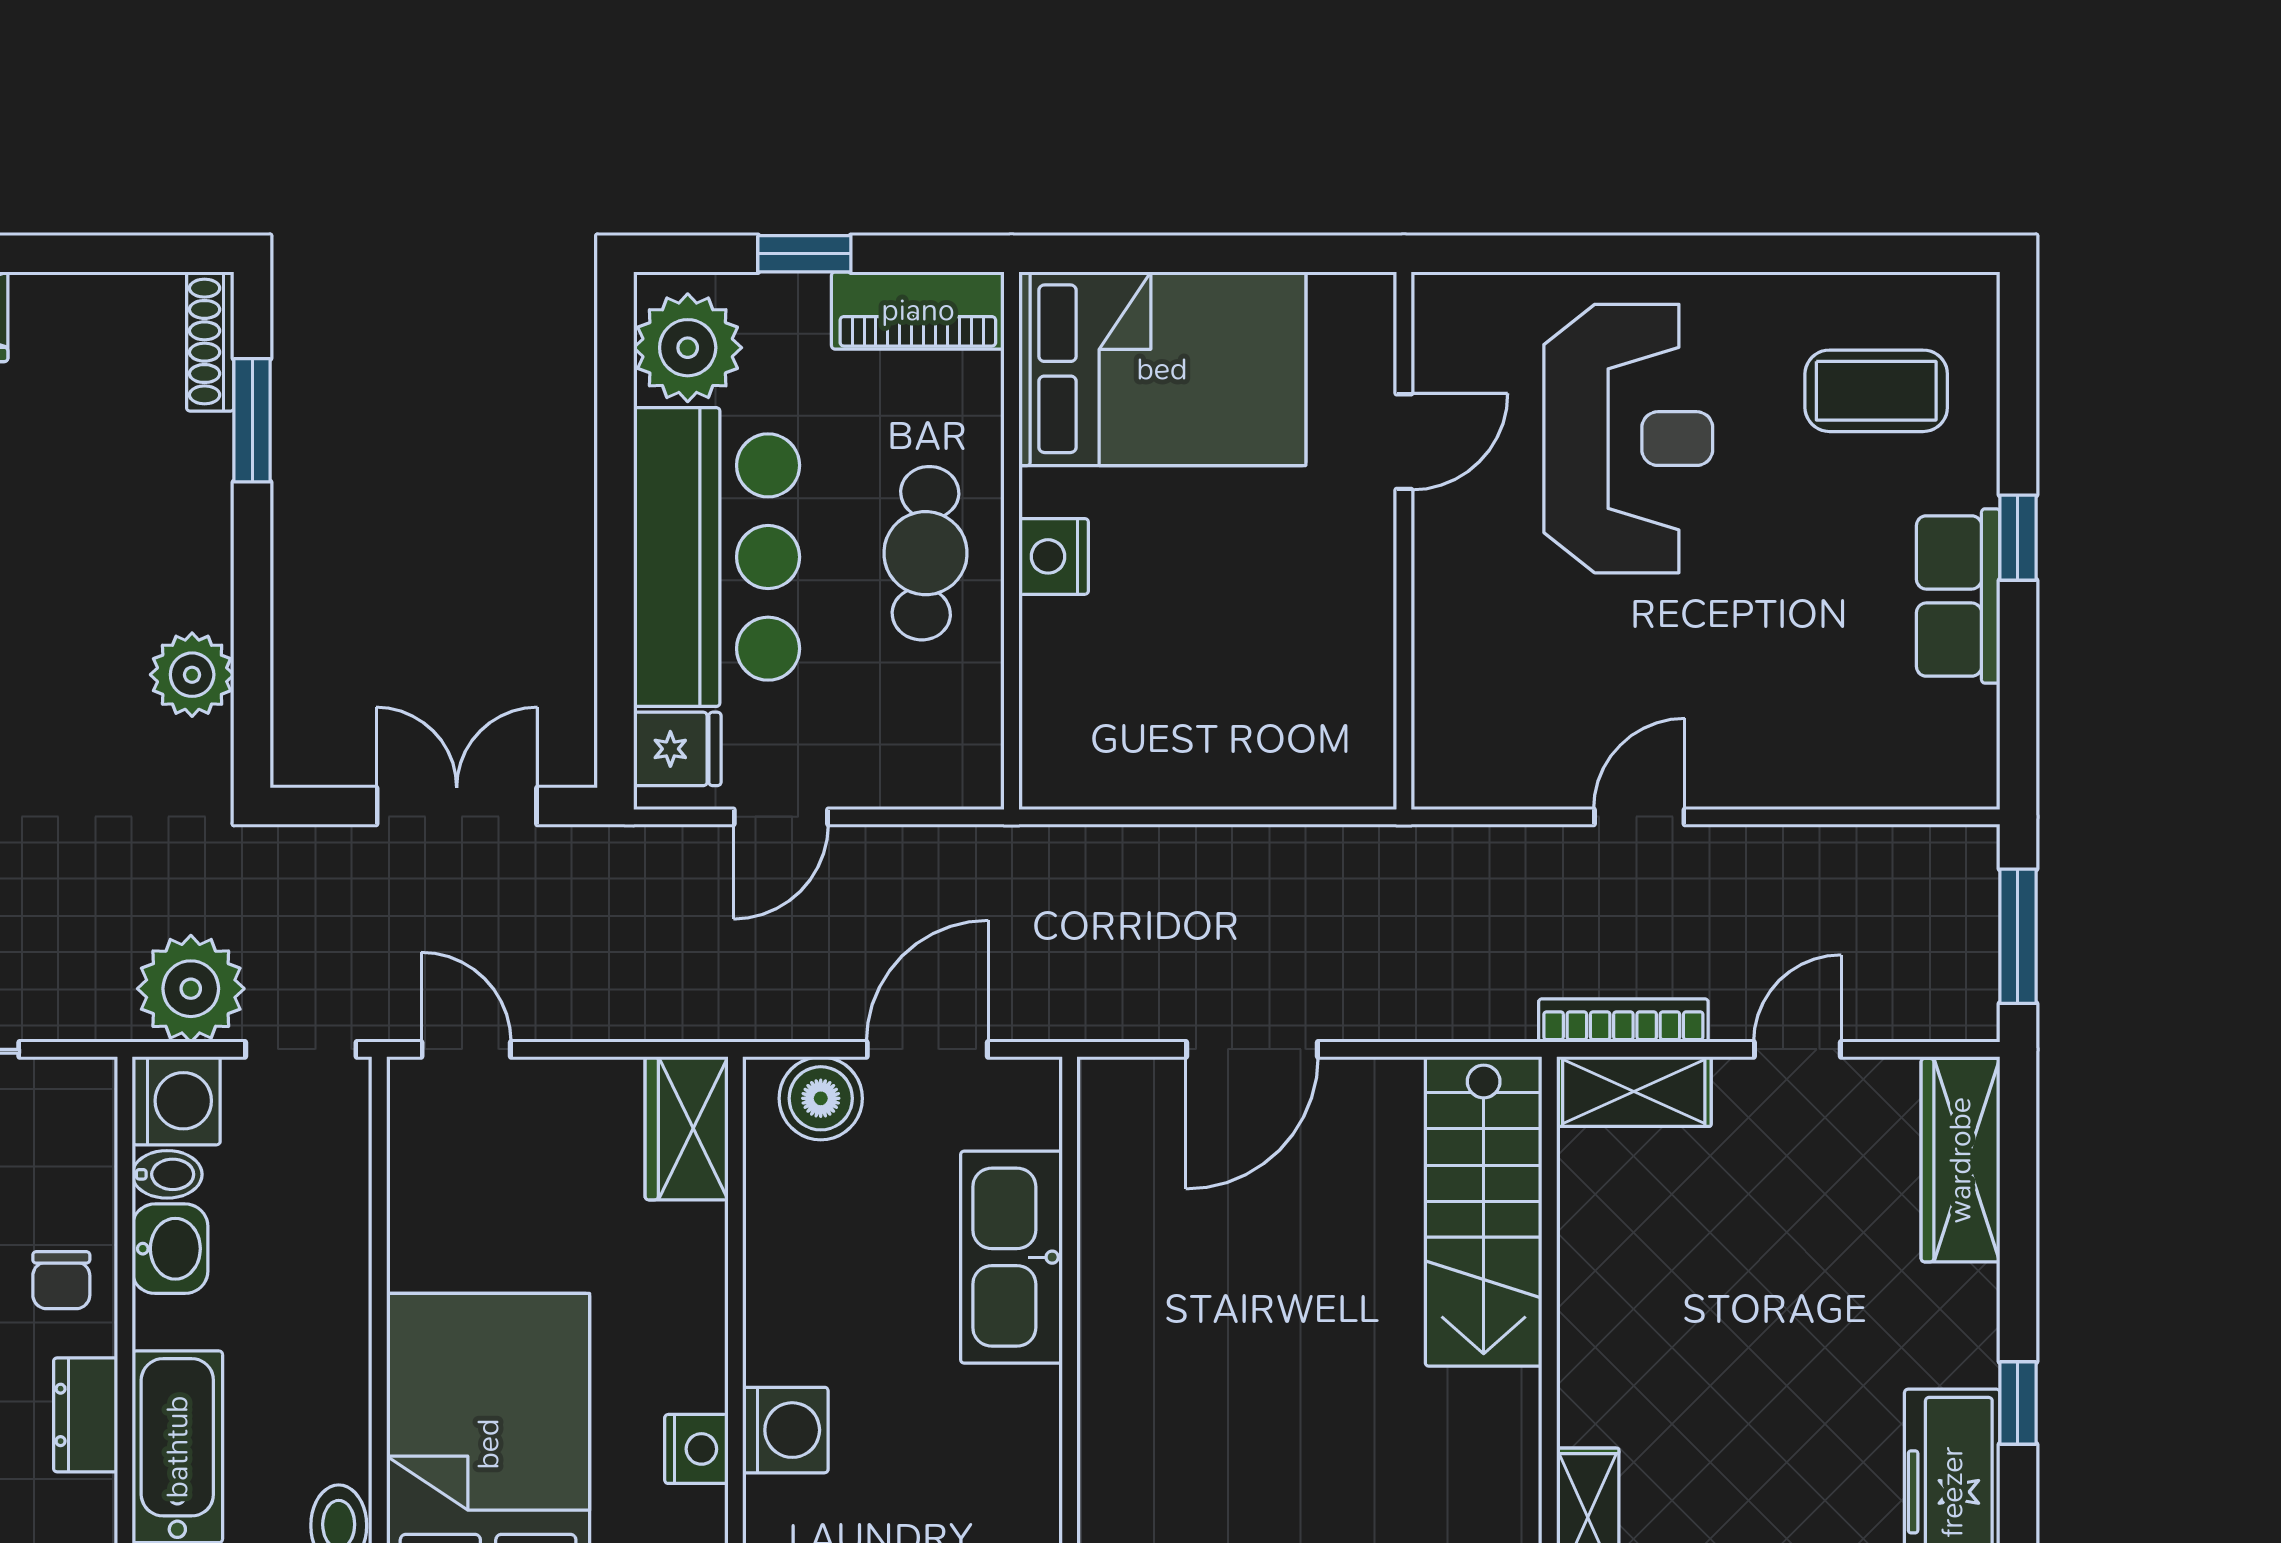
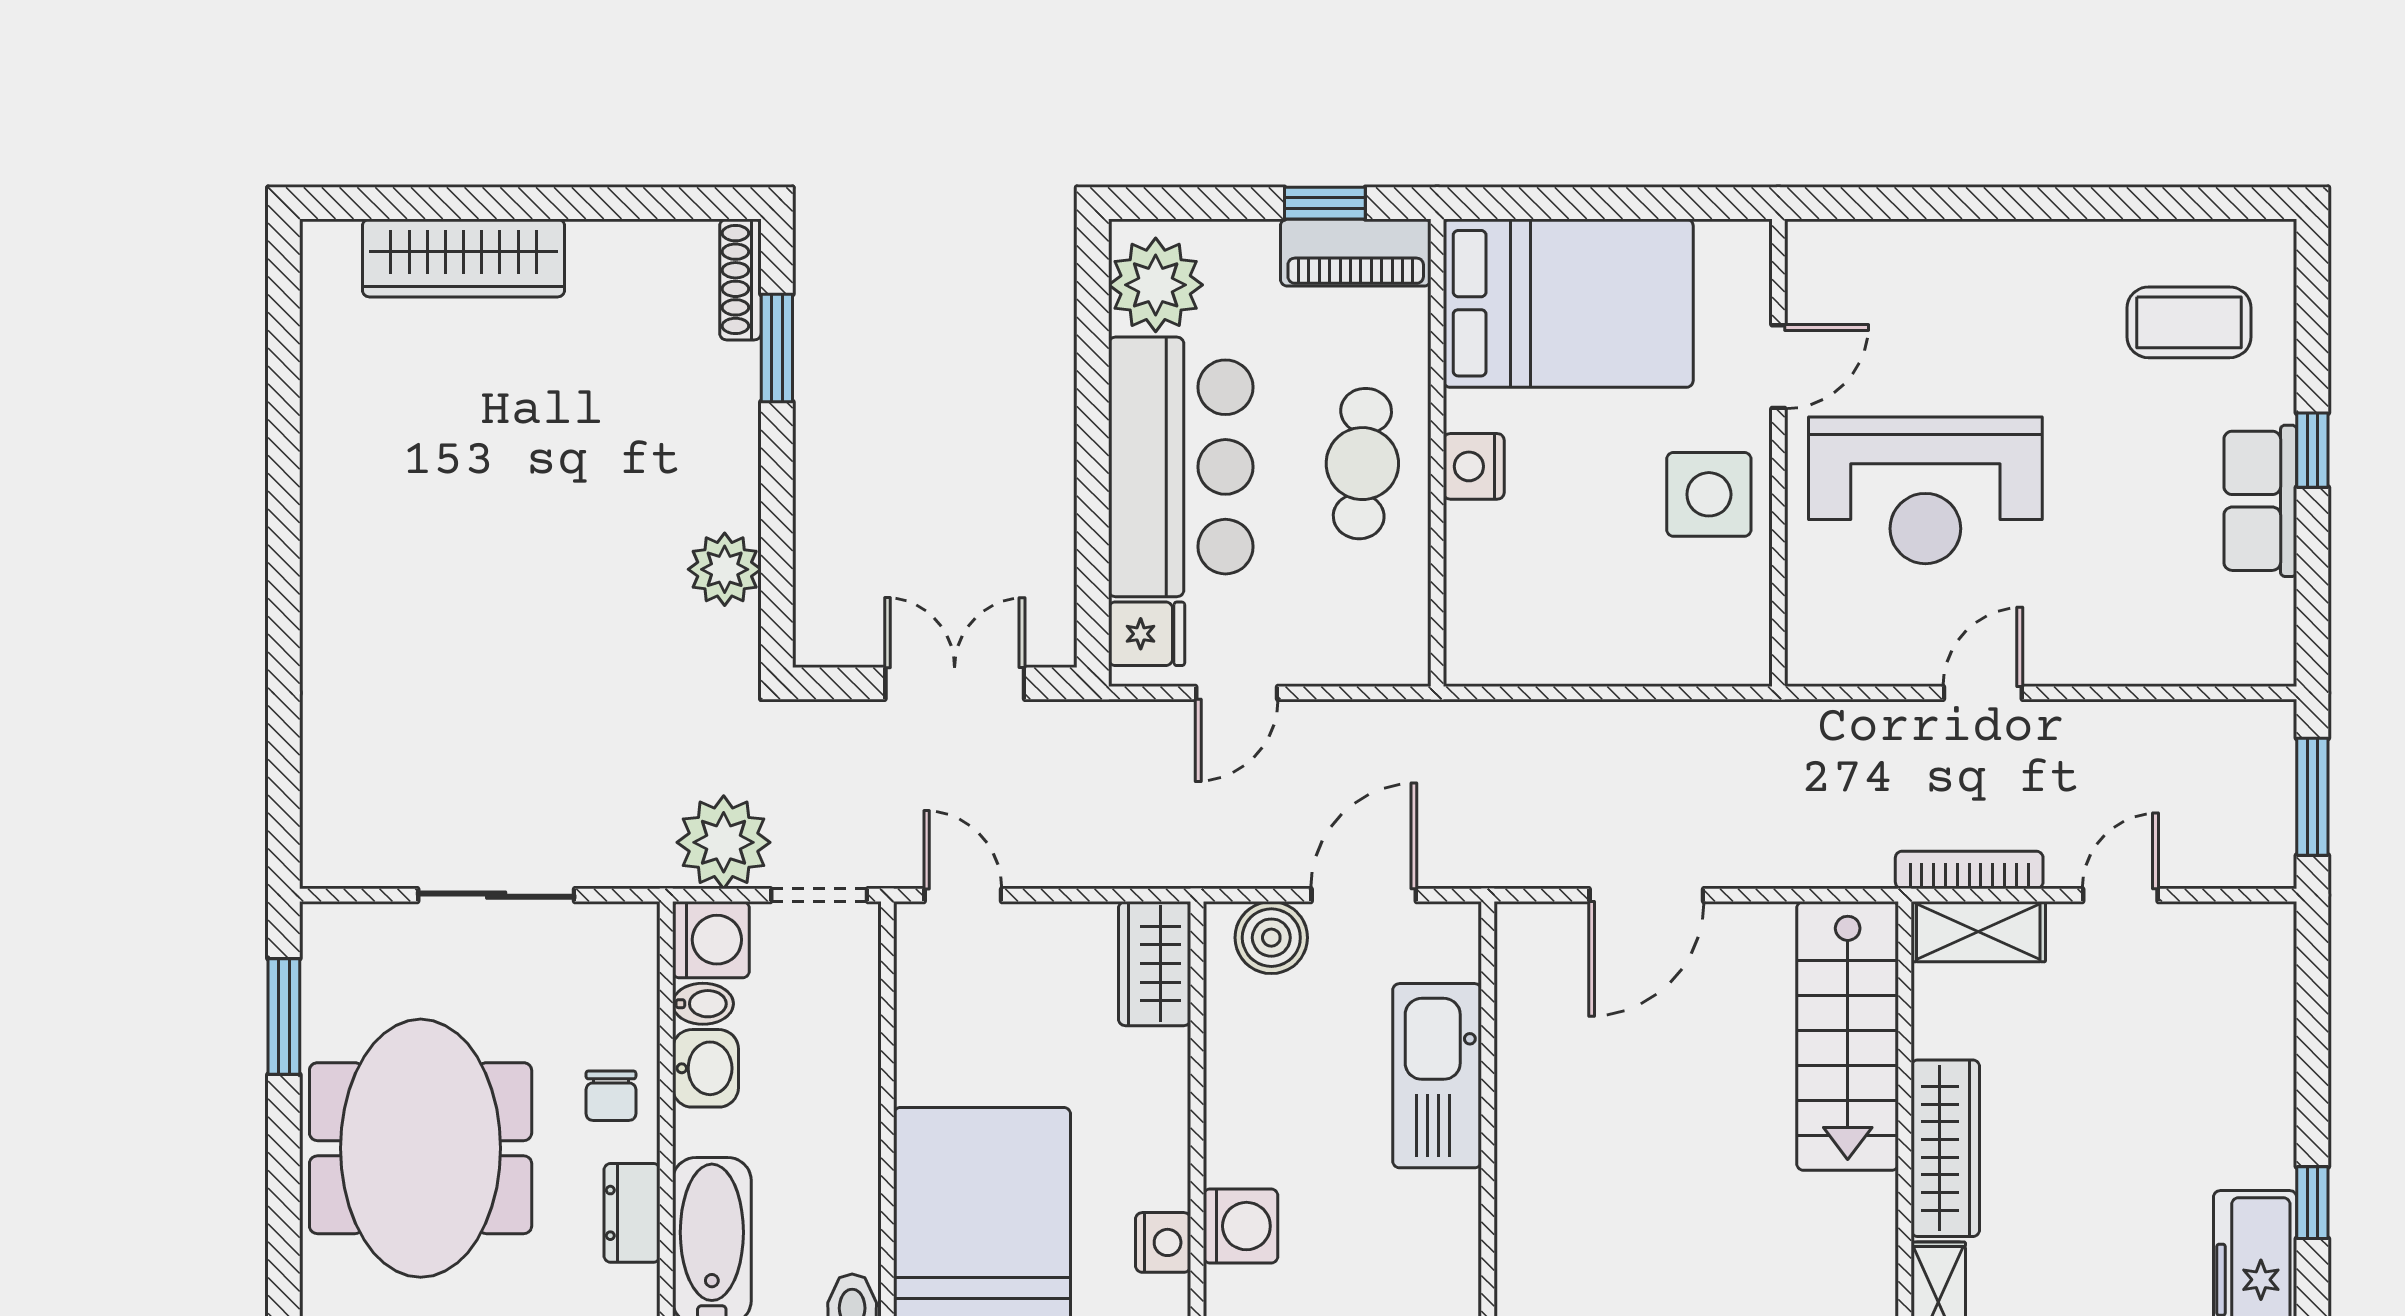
window: (804, 254) -> (1325, 203), moved
reception desk: (1628, 439) -> (1925, 490), moved, turned 90
side table: (1324, 589) -> (1709, 494), added
wardrobe: (1960, 1160) -> (1945, 1148), moved, turned 180

